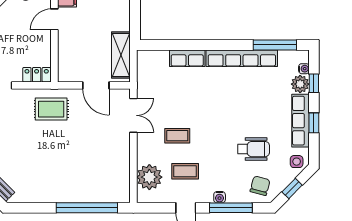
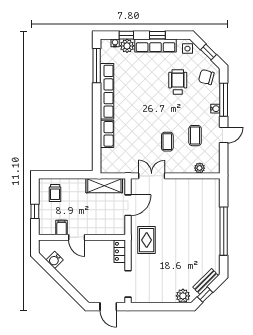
plant: (149, 177) -> (200, 168), width x0.53, depth x0.53
window: (87, 208) -> (224, 231), moved

